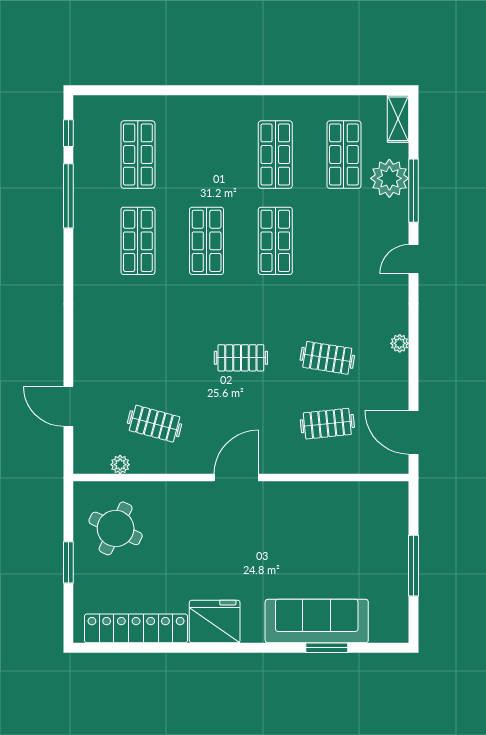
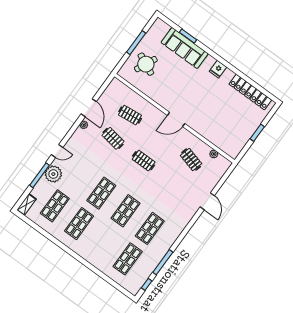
plant: (389, 178) -> (53, 174), moved
door: (68, 406) -> (207, 201), moved
door: (413, 432) -> (89, 108), moved
round table: (116, 528) -> (146, 64), moved
fridge: (215, 621) -> (218, 69), width x0.53, depth x0.75

